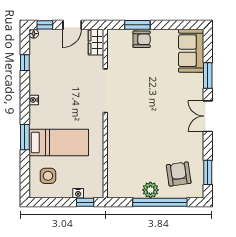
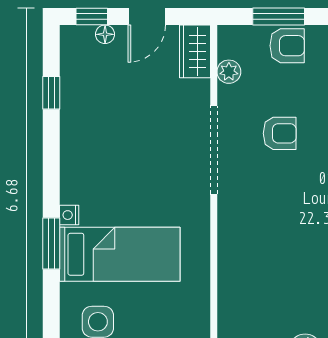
floor lamp: (34, 34) -> (105, 34), moved
plant: (113, 52) -> (229, 72), added
armchair: (138, 83) -> (280, 133), added
nightstand: (34, 100) -> (69, 215), moved

